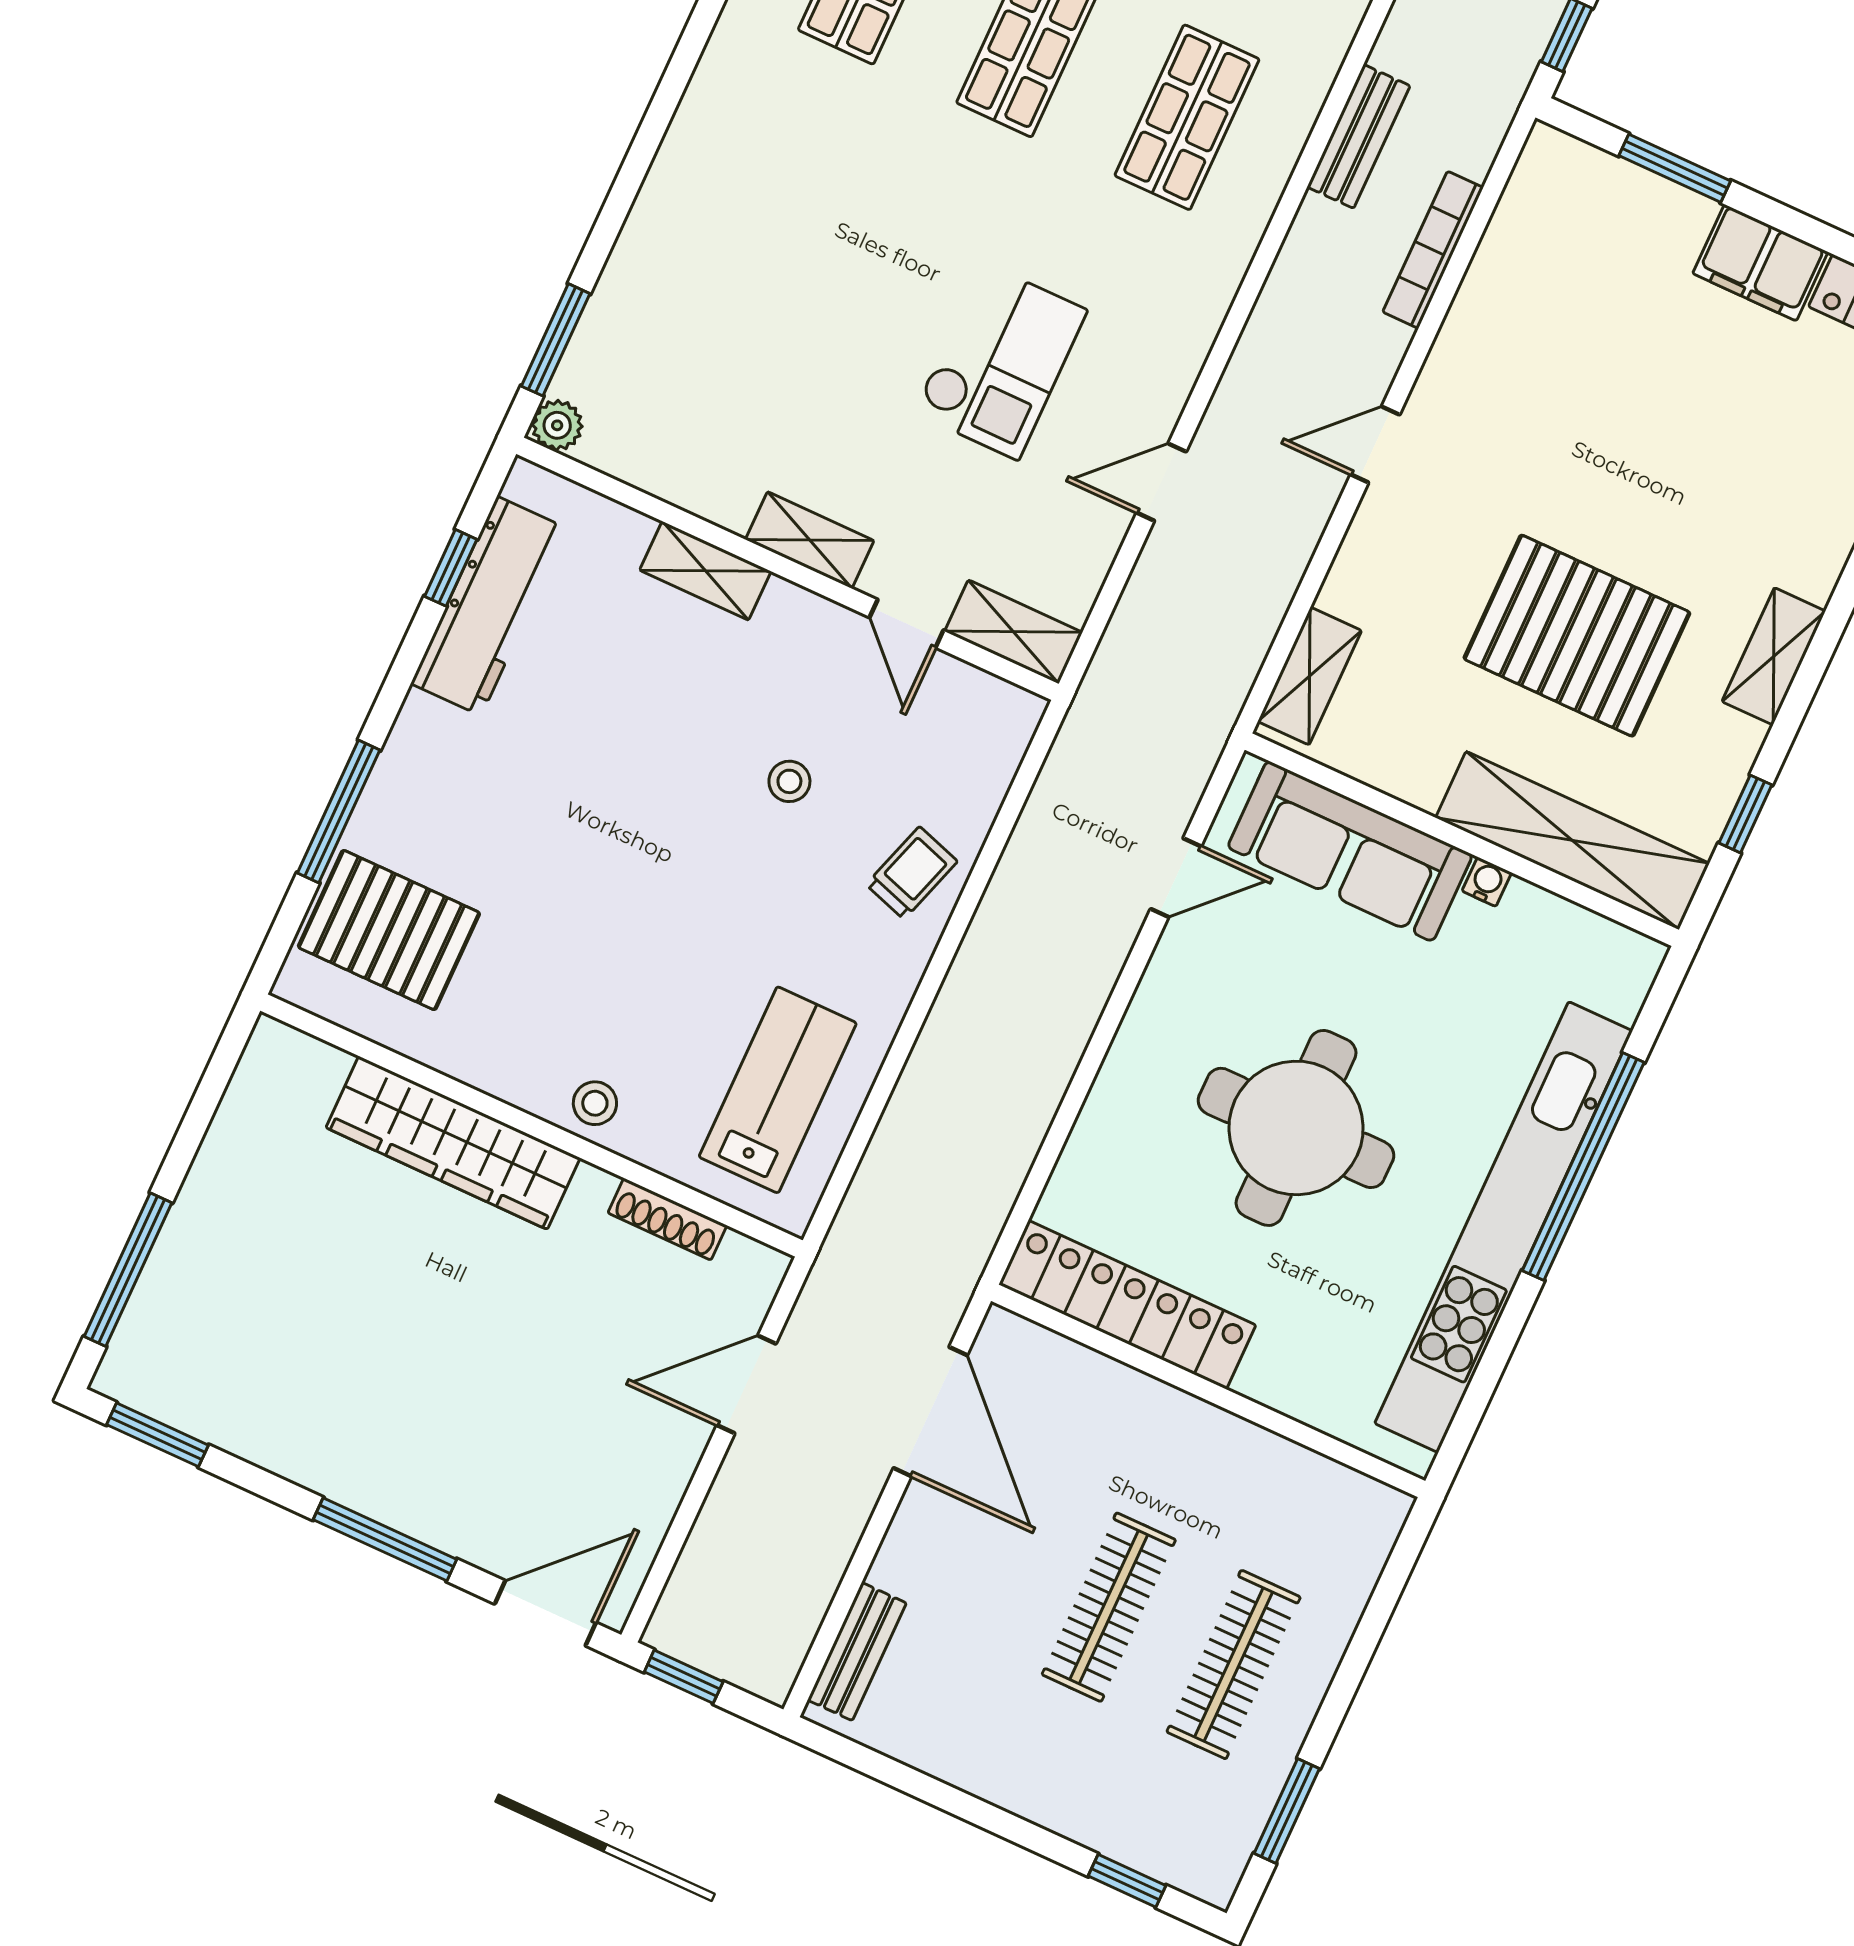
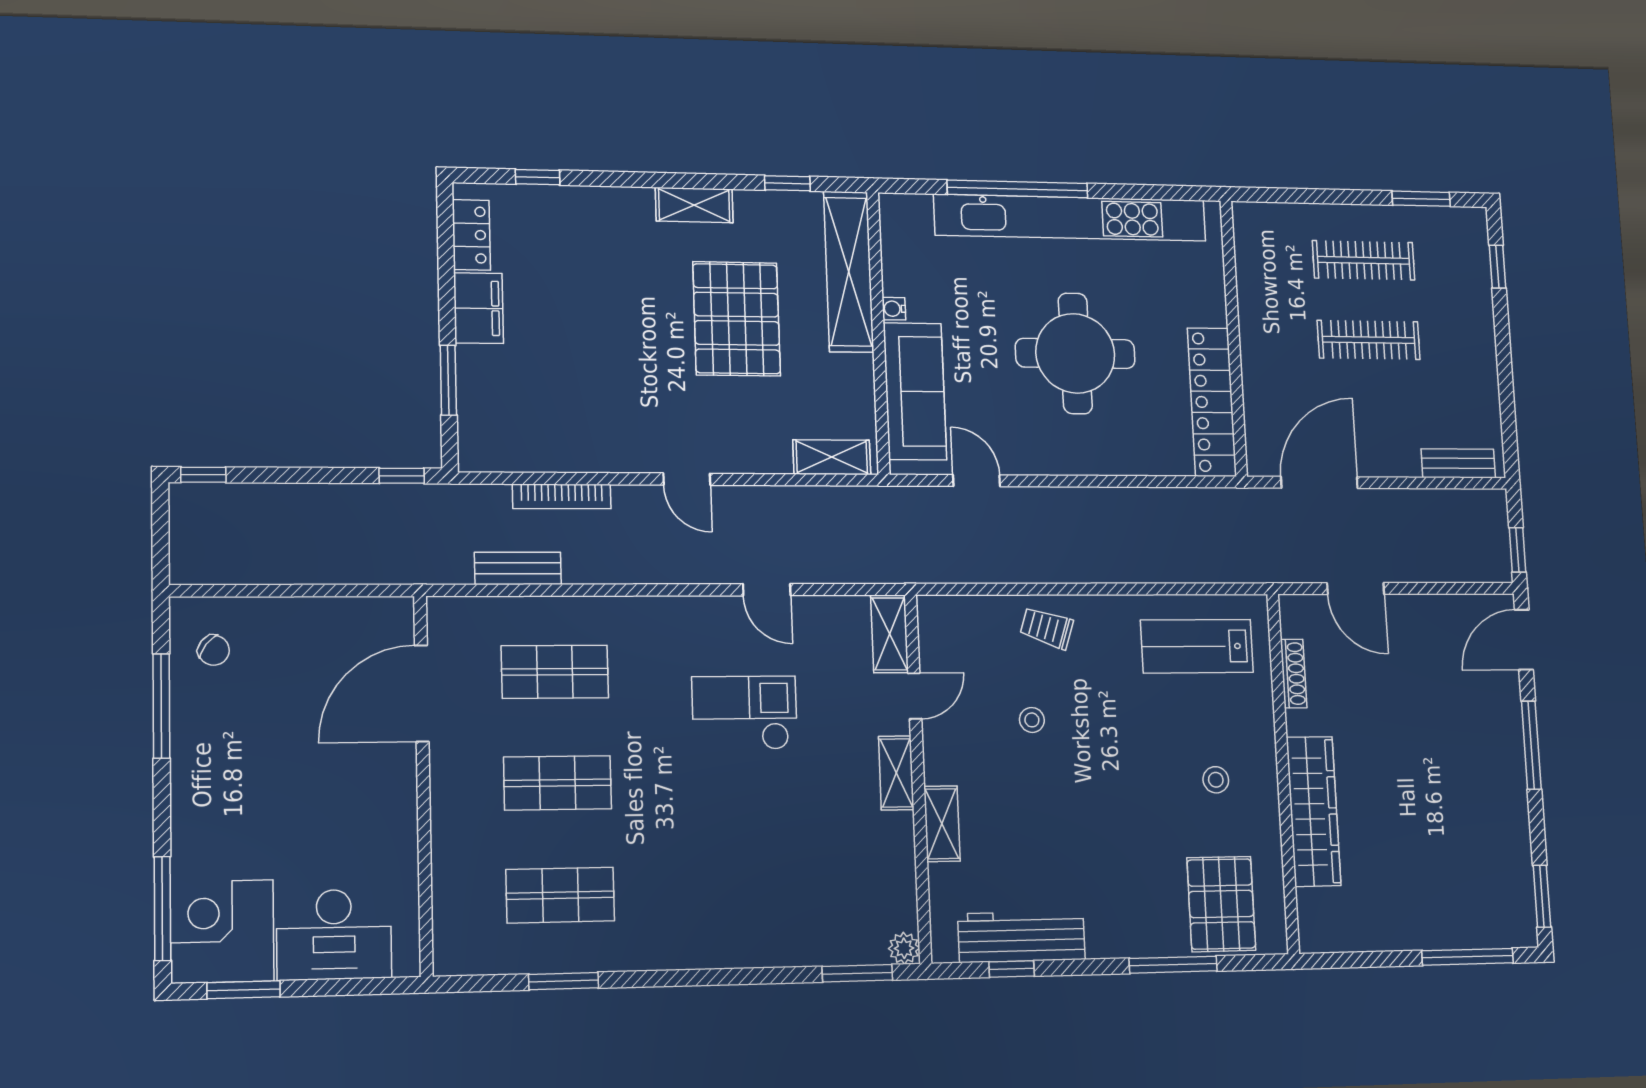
stool: (595, 1103) -> (1216, 780), moved
door: (545, 1613) -> (1524, 640), hinge flipped

